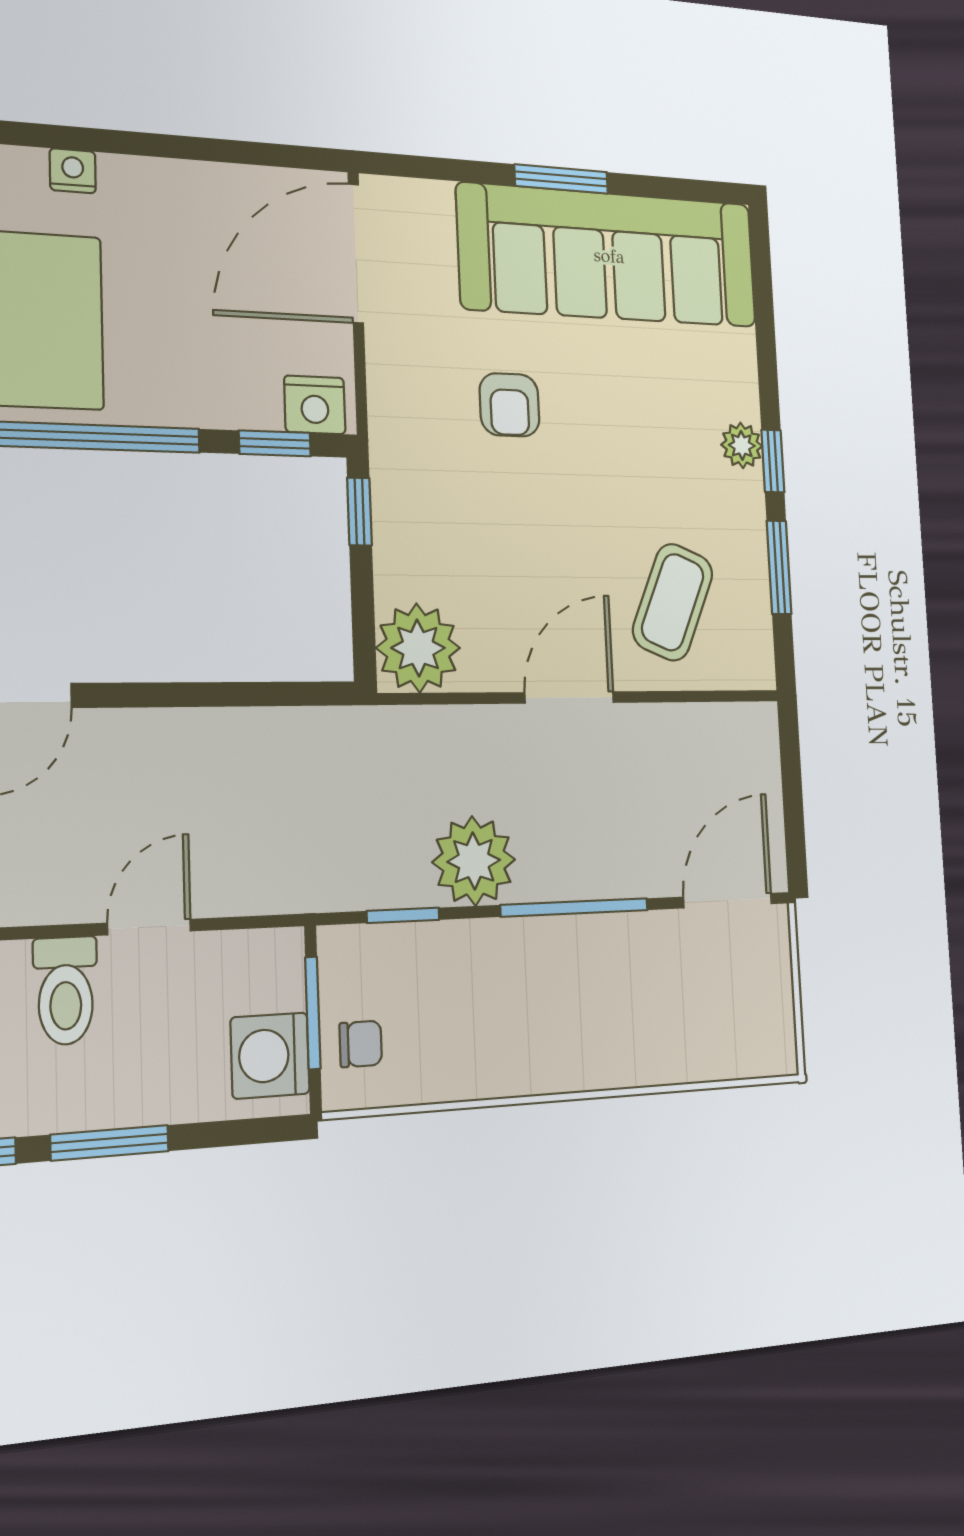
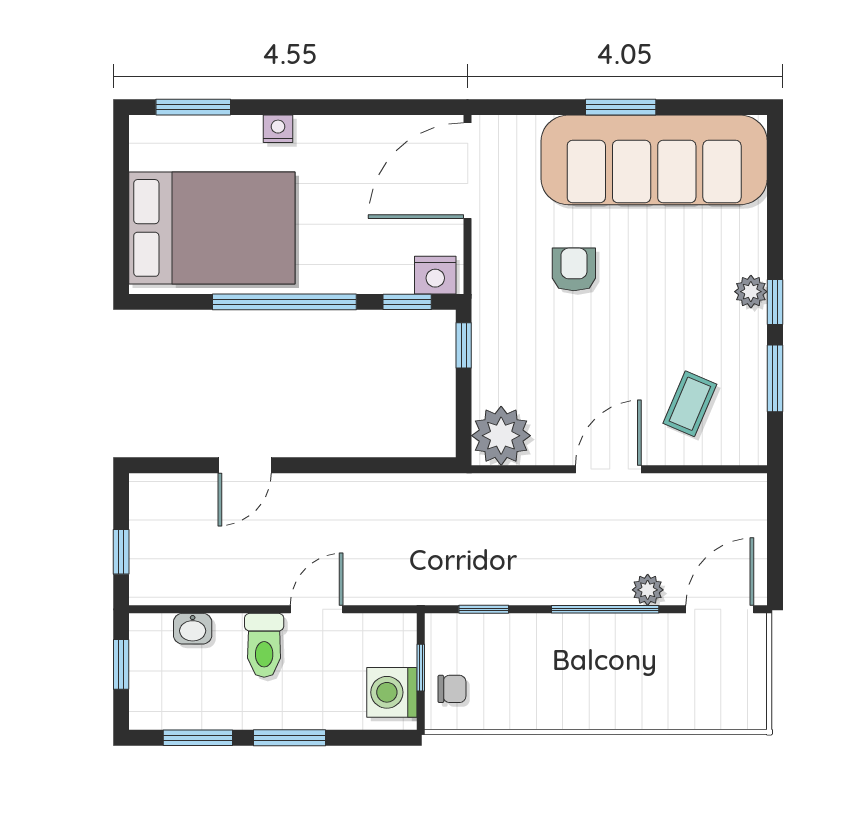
armchair: (509, 405) -> (574, 269), turned 180
coffee table: (673, 602) -> (690, 404), width x0.73, depth x0.77
plant: (474, 861) -> (648, 590), moved, width x0.53, depth x0.53
window: (313, 1013) -> (421, 668), width x0.67

